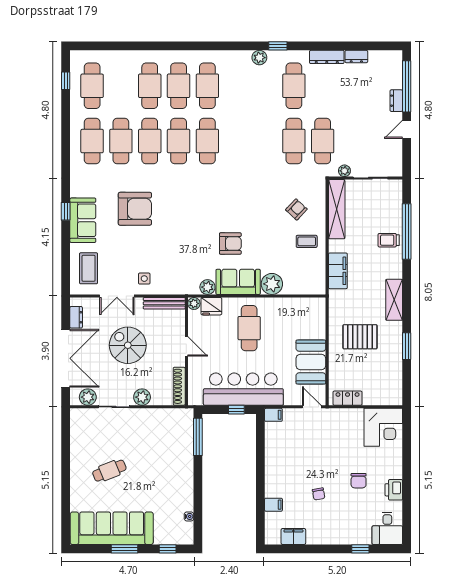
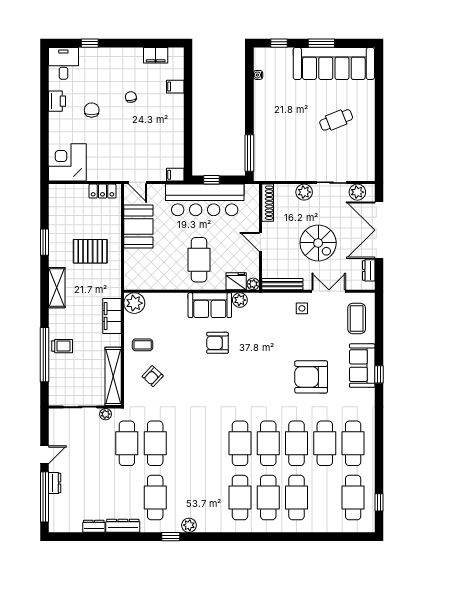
plant: (272, 284) -> (134, 303), moved

